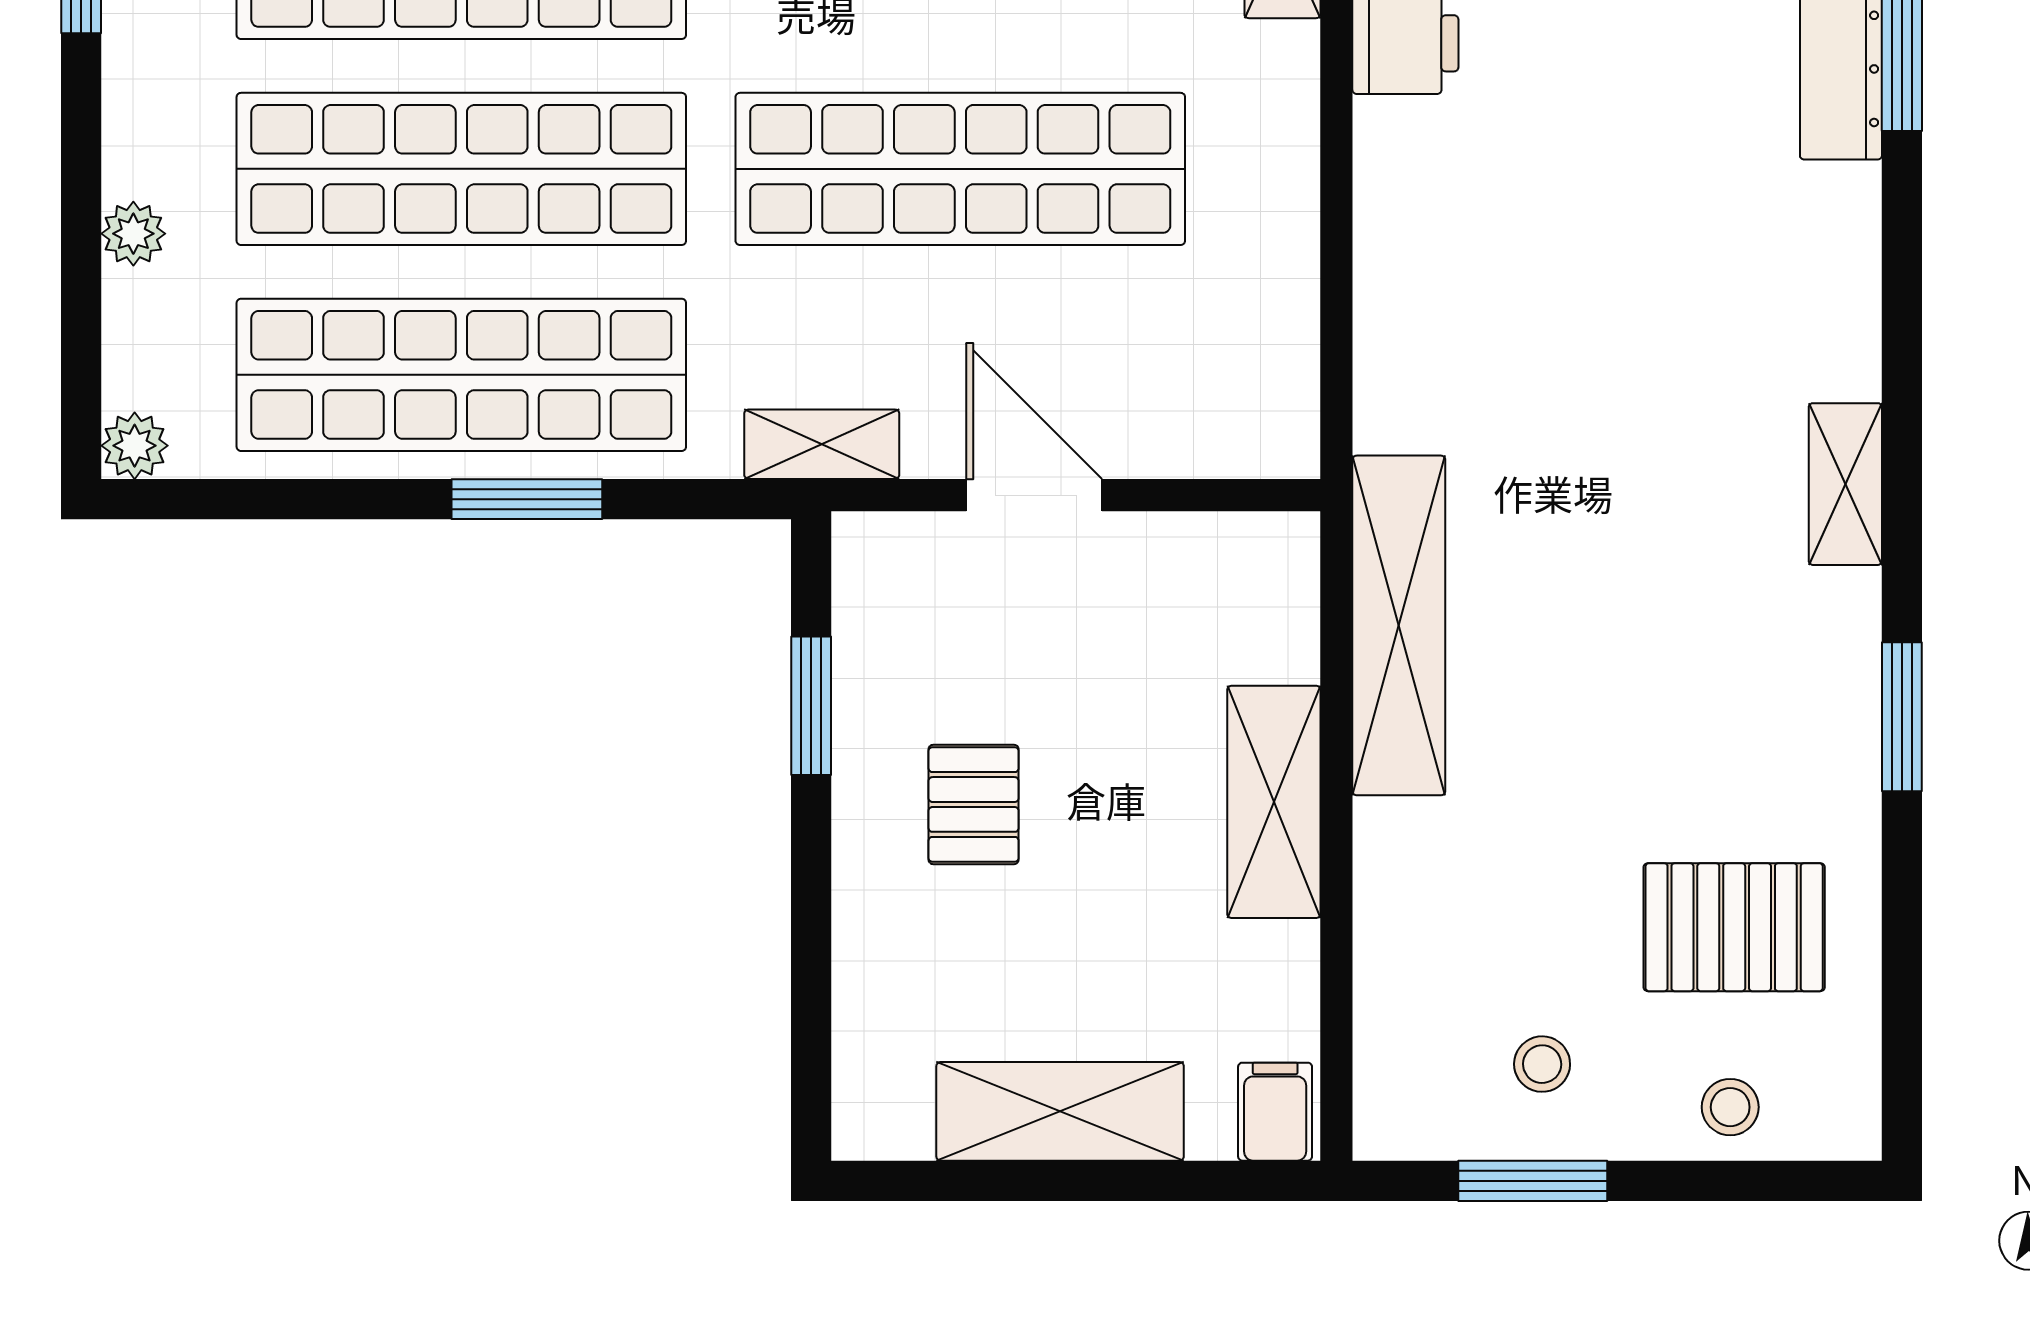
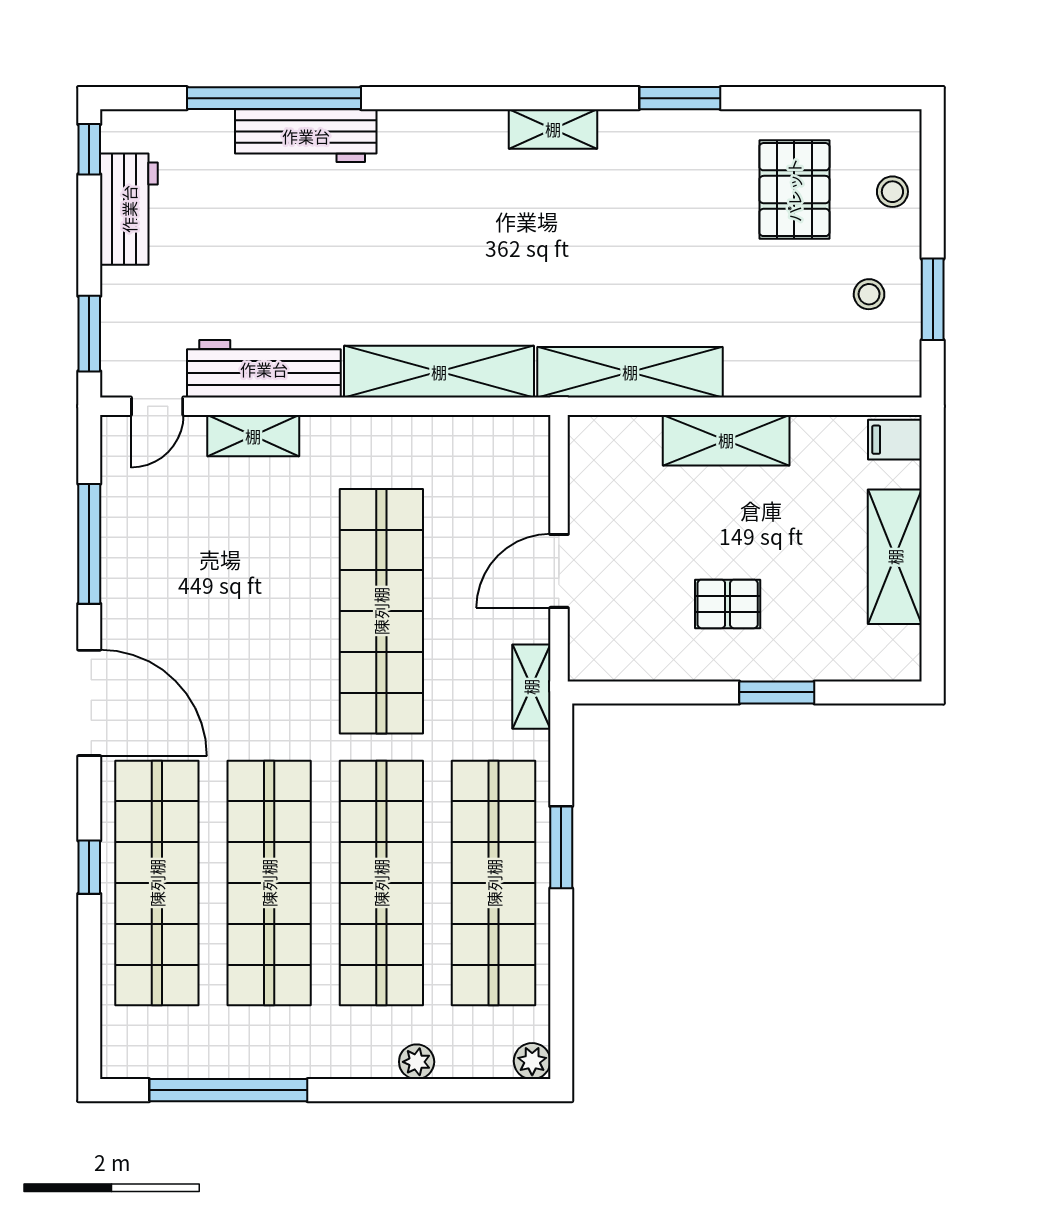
shelving: (1400, 275) -> (439, 372), added
window: (811, 706) -> (777, 692), moved

